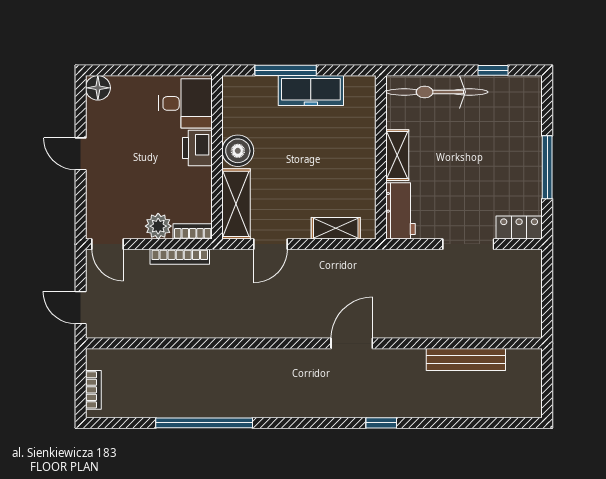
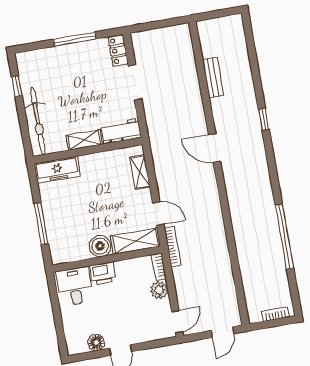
floor lamp: (98, 88) -> (96, 343), moved
freezer: (311, 91) -> (57, 170), moved, turned 90
bookcase: (180, 257) -> (173, 247), moved
bench: (466, 359) -> (213, 77), width x0.73

